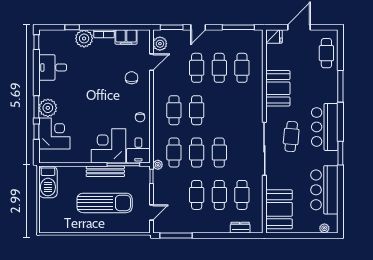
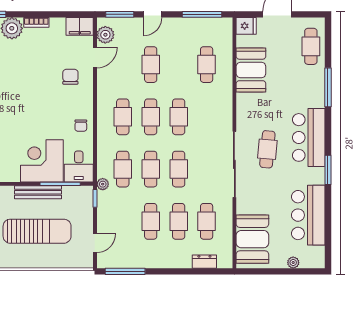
filing cabinet: (126, 37) -> (80, 26), moved
cafe table: (219, 68) -> (179, 117), moved
booth: (278, 88) -> (251, 70), moved
plant: (324, 228) -> (293, 263), moved

